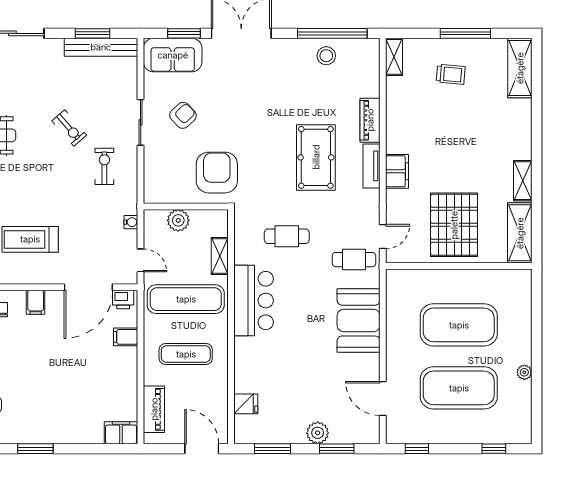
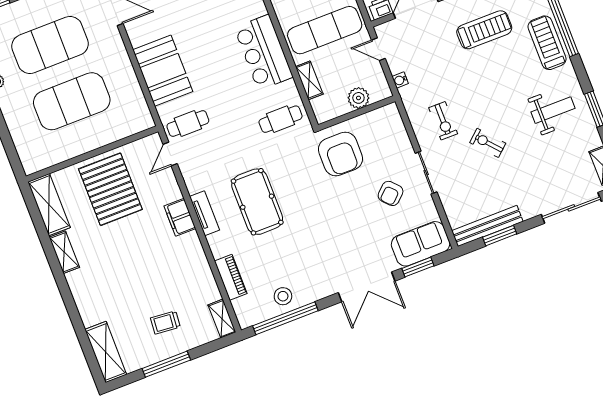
piano: (370, 120) -> (231, 277), moved
cafe table: (287, 236) -> (281, 119), moved

